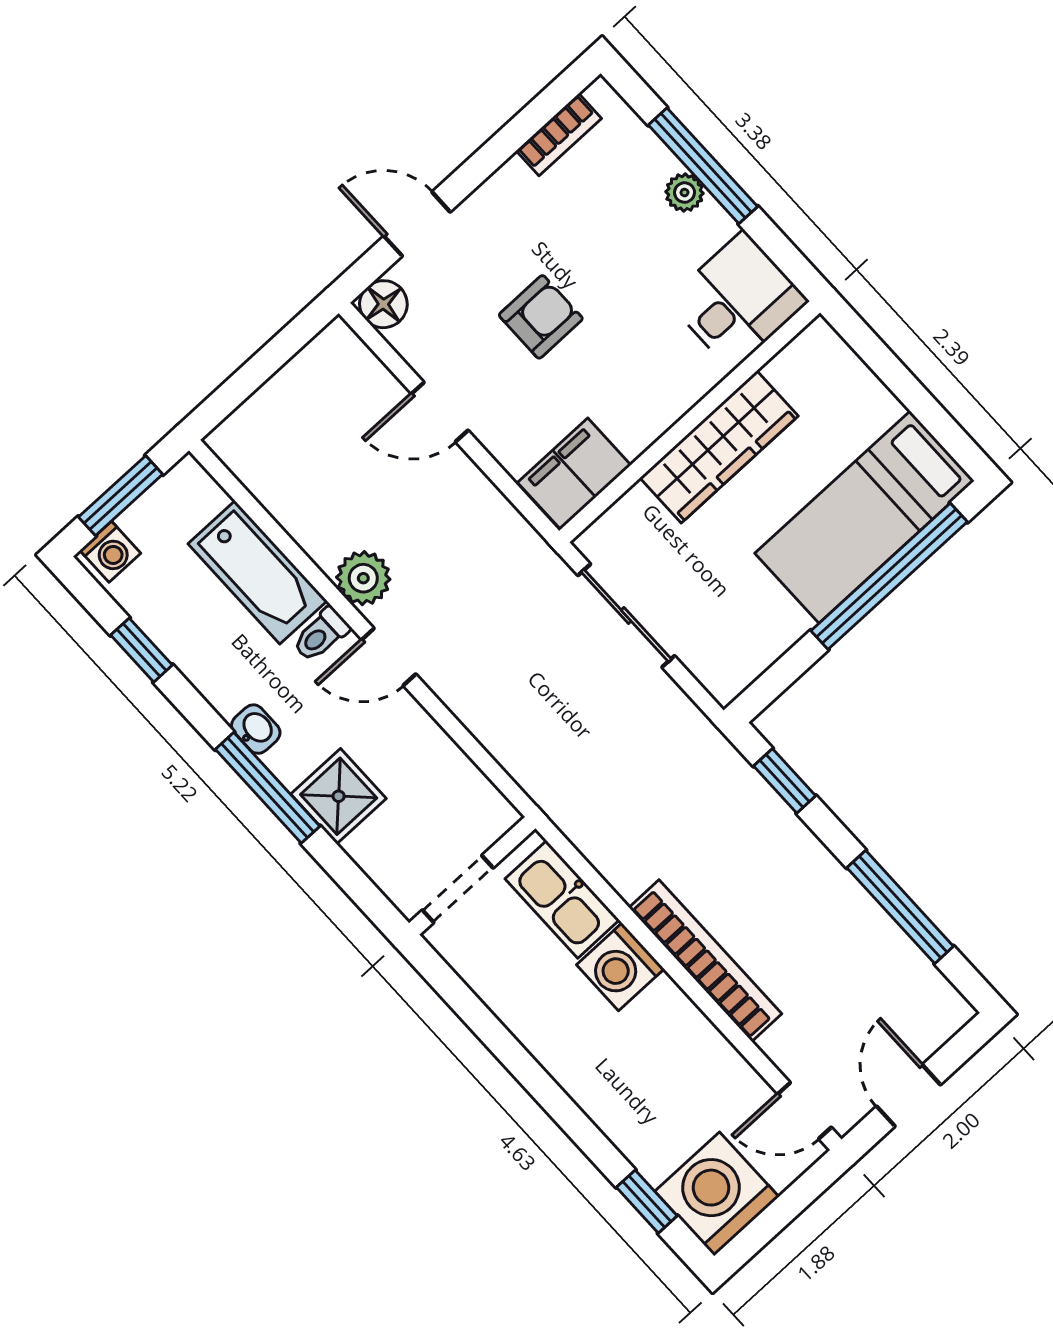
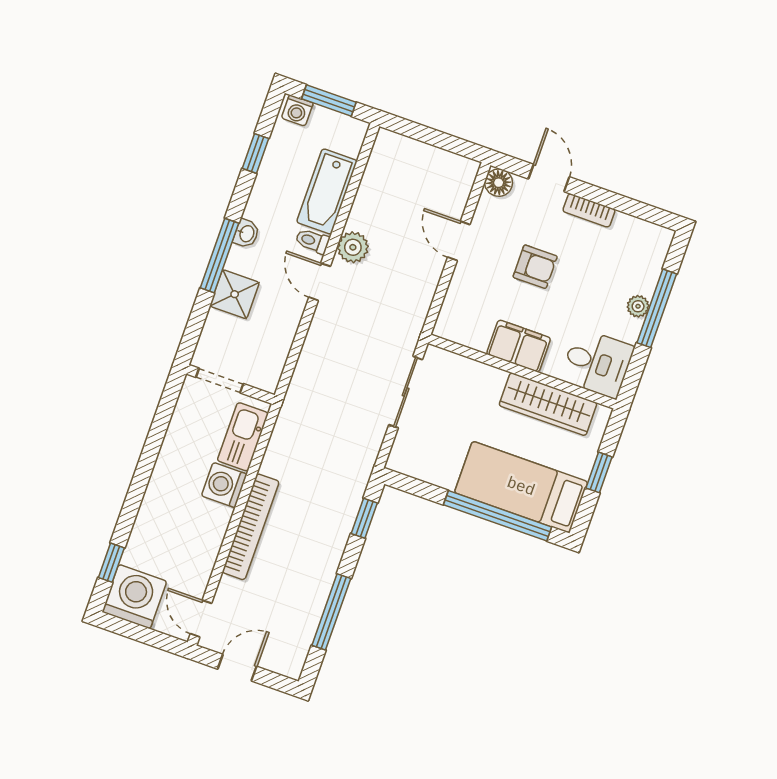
bookcase: (559, 134) -> (589, 210), moved
window: (906, 387) -> (599, 472), added
wardrobe: (719, 447) -> (548, 404), moved
filing cabinet: (574, 474) -> (519, 346), moved

